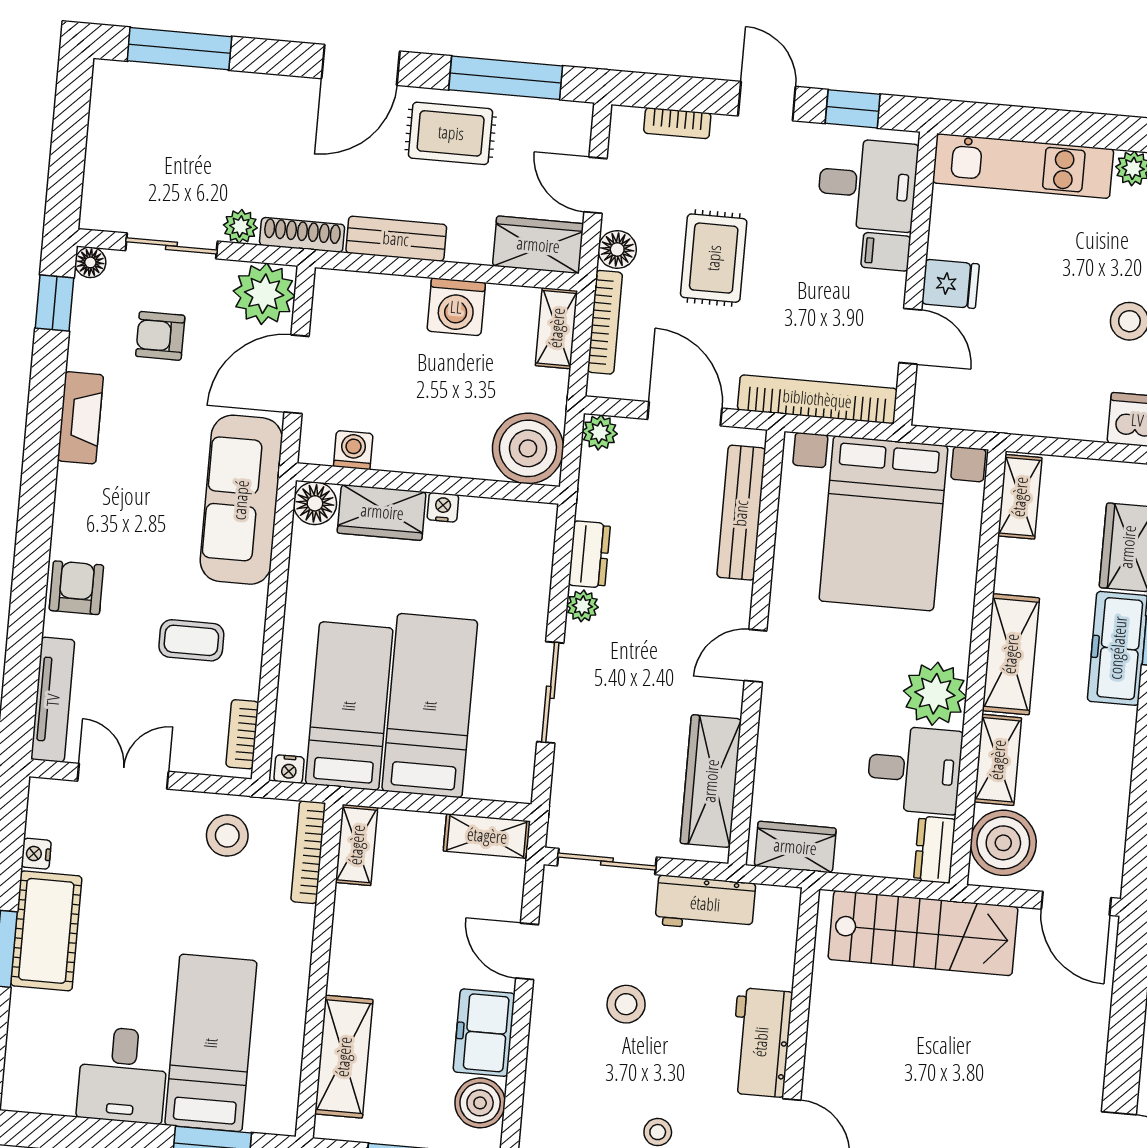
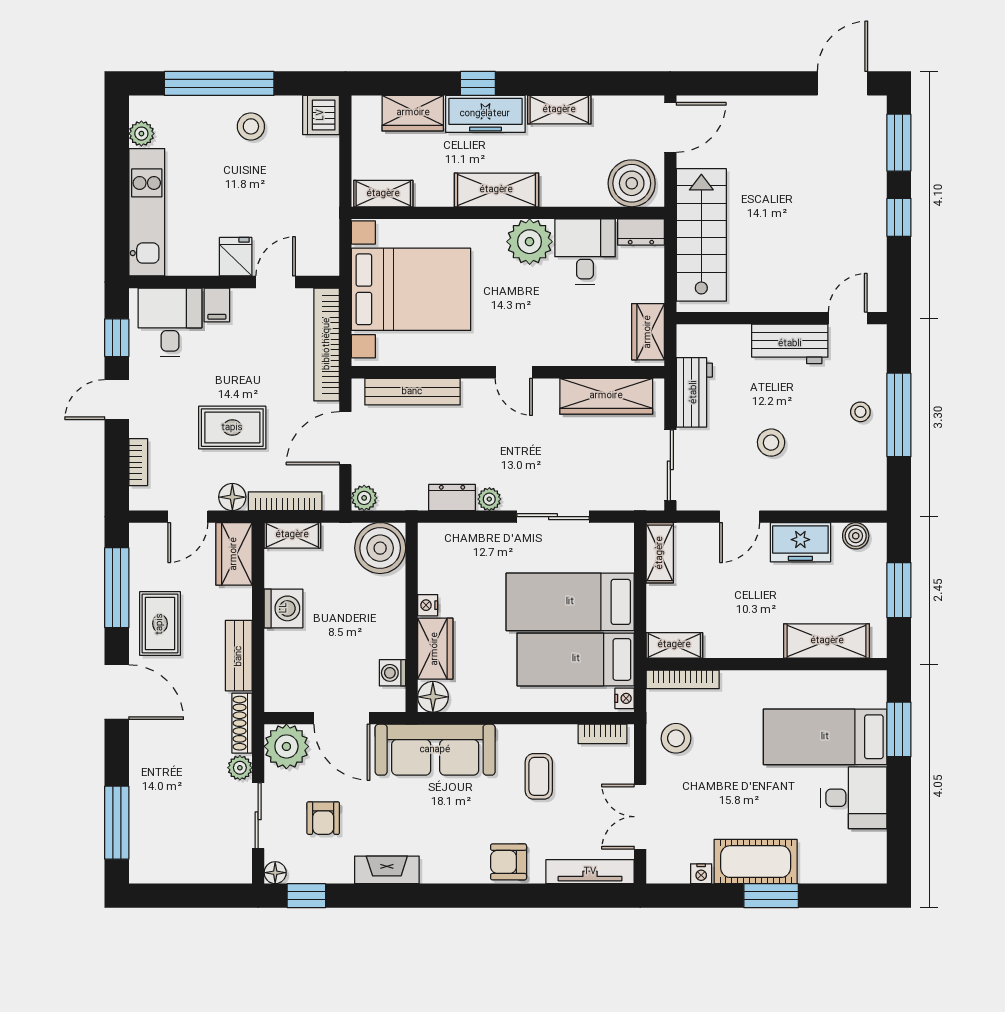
shelving: (998, 760) -> (559, 110), moved
boiler: (480, 1103) -> (856, 536), width x0.73, depth x0.73

